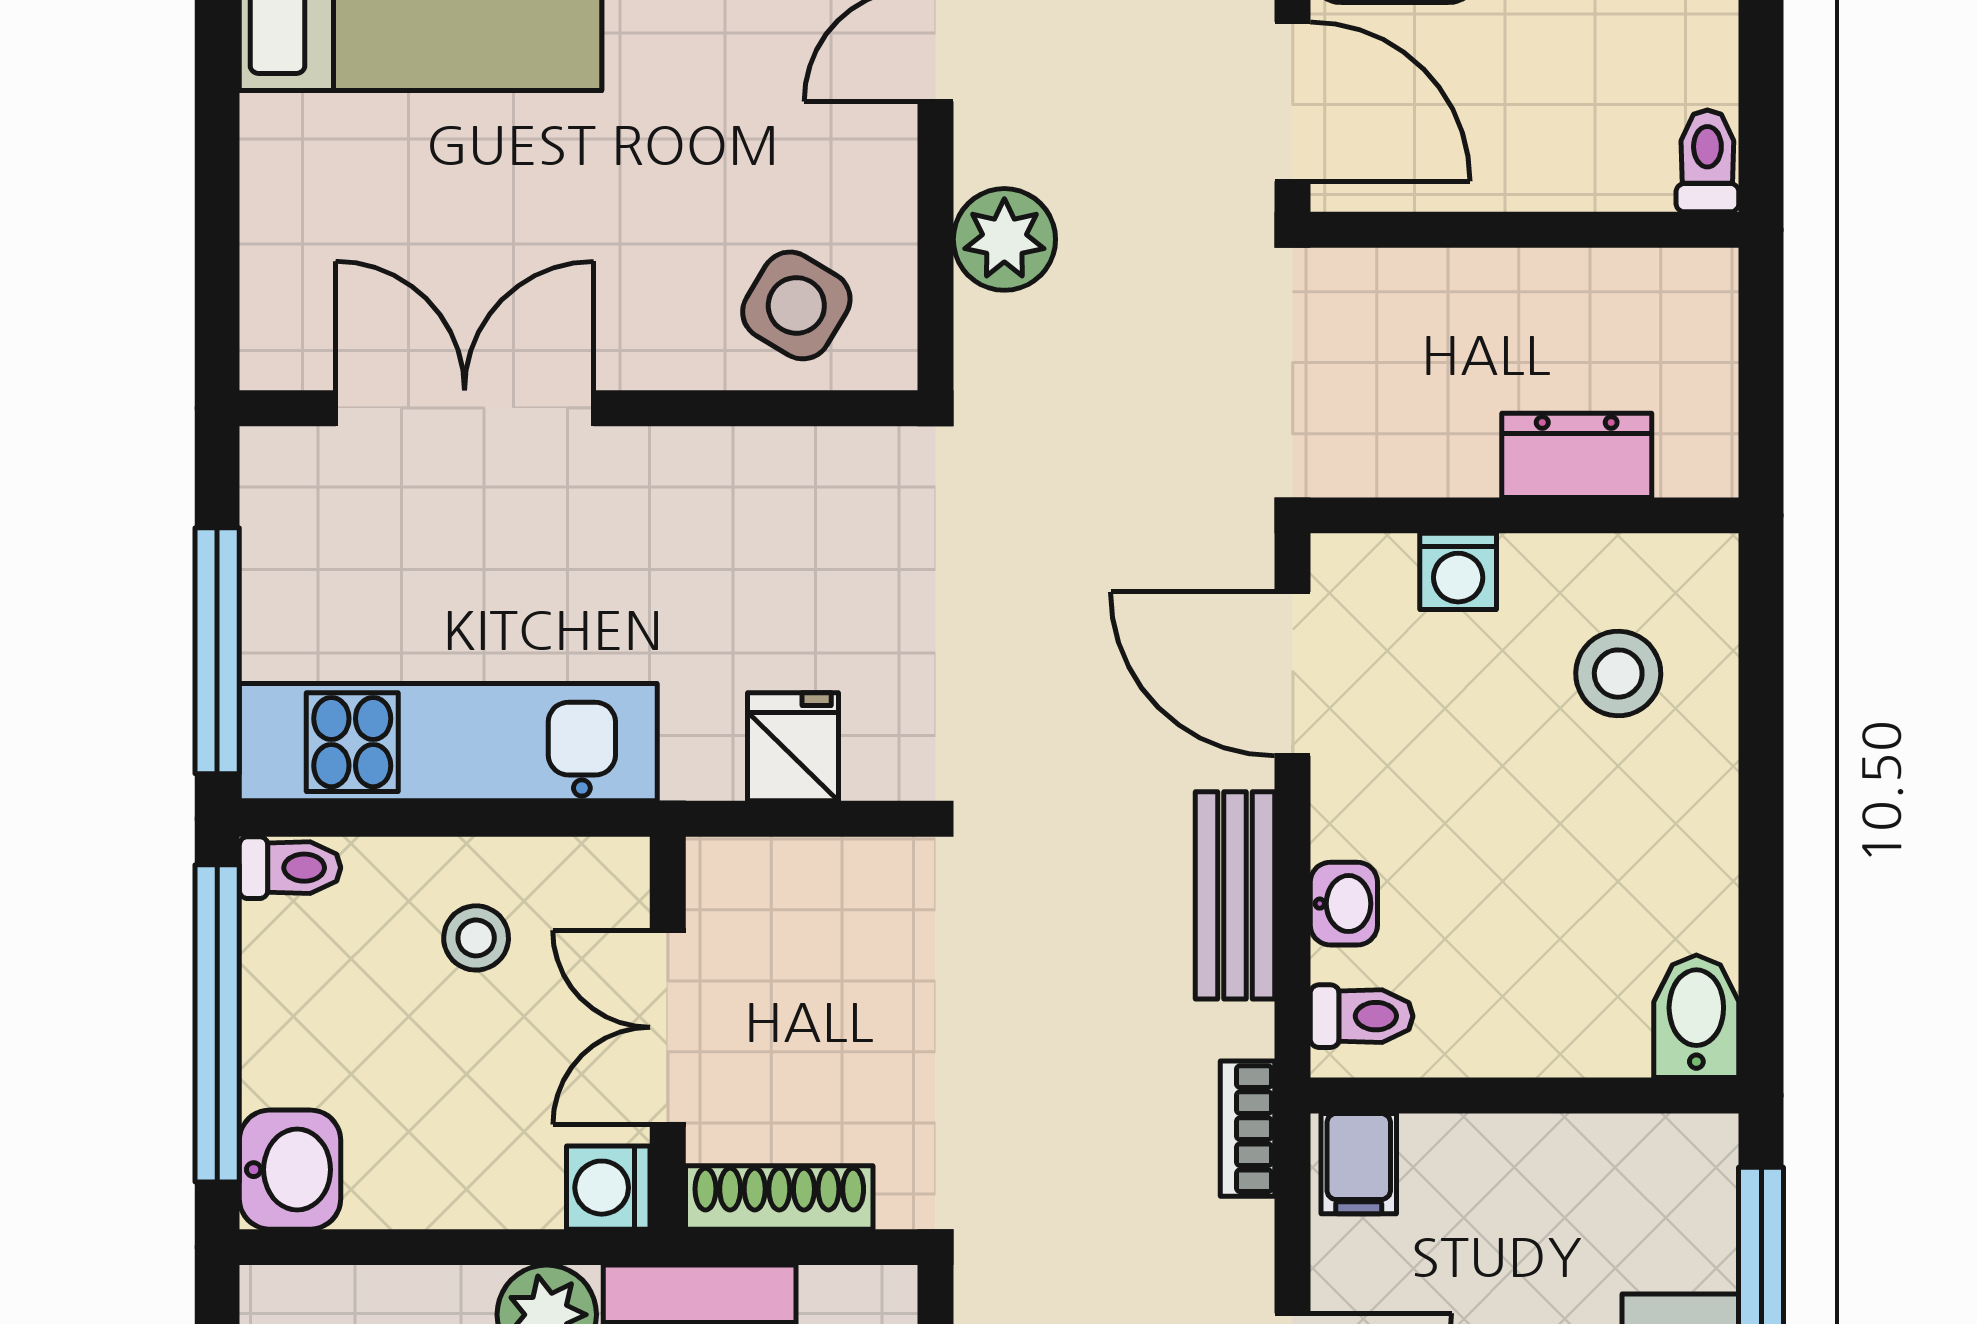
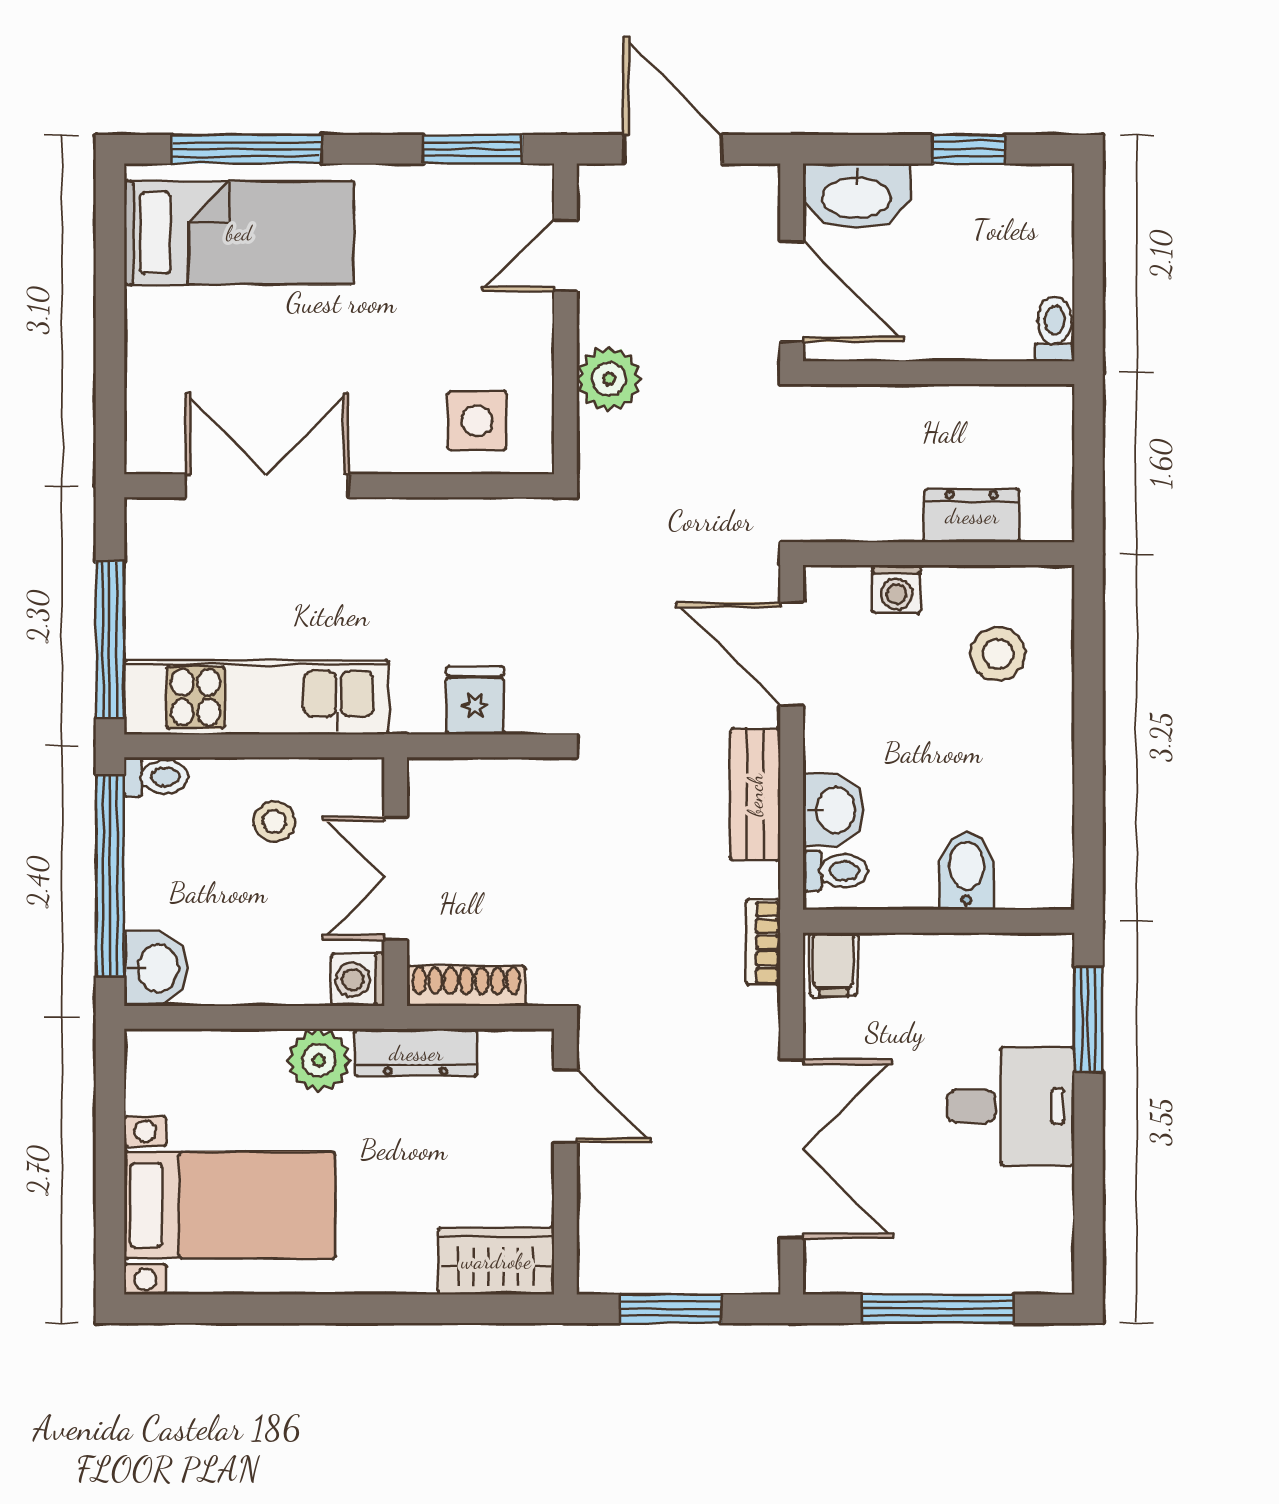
side table: (796, 305) -> (477, 421), turned -31
washbasin: (1344, 904) -> (834, 810), width x1.38, depth x1.45
bidet: (1696, 1016) -> (967, 871), moved

